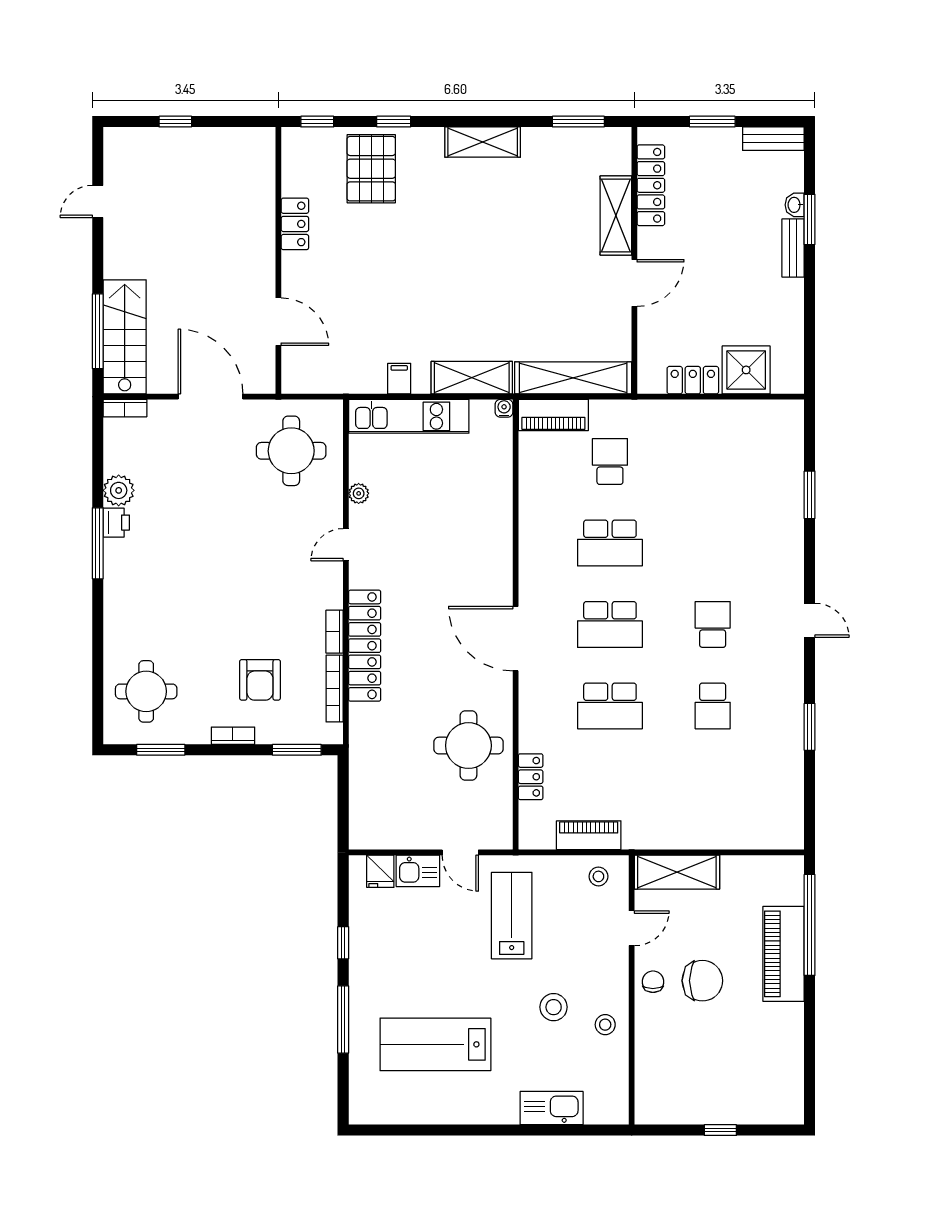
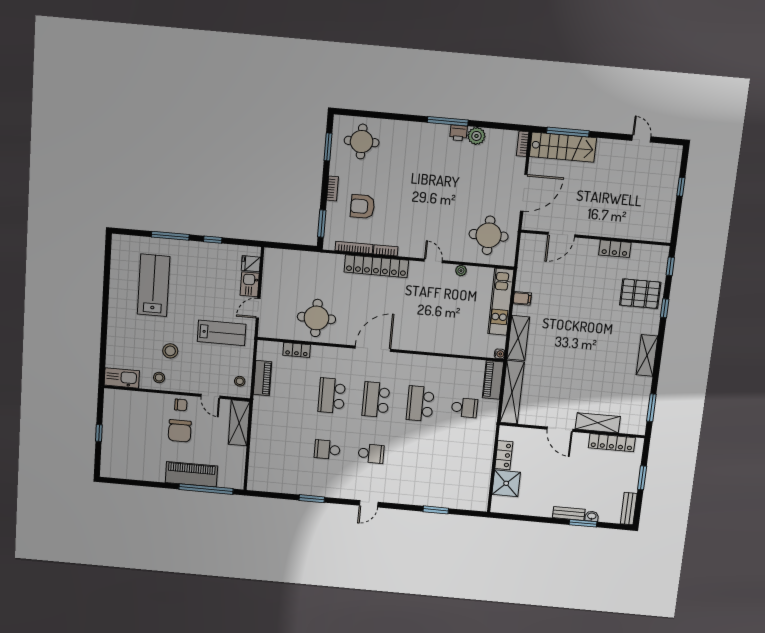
kitchen sink: (552, 1108) -> (122, 378), moved, turned -90

